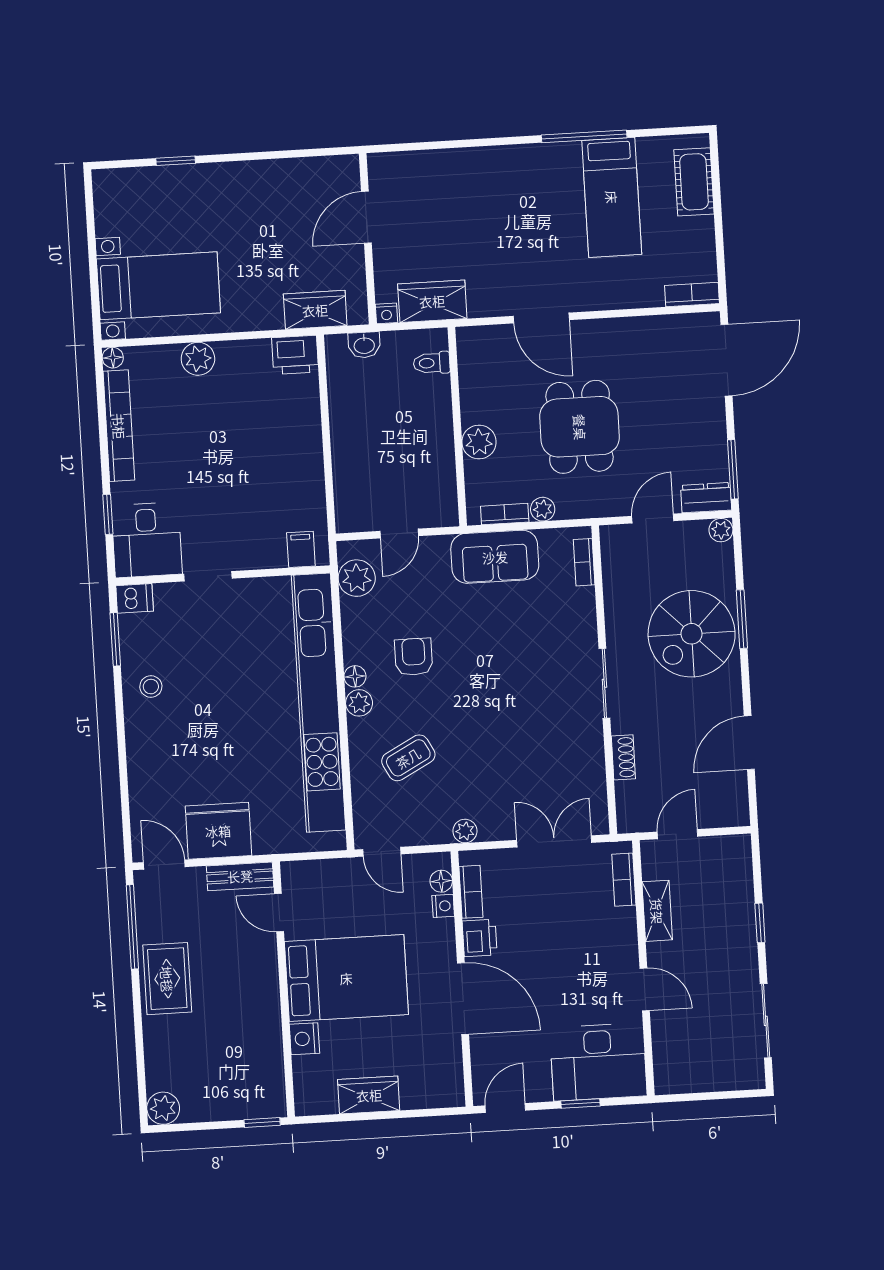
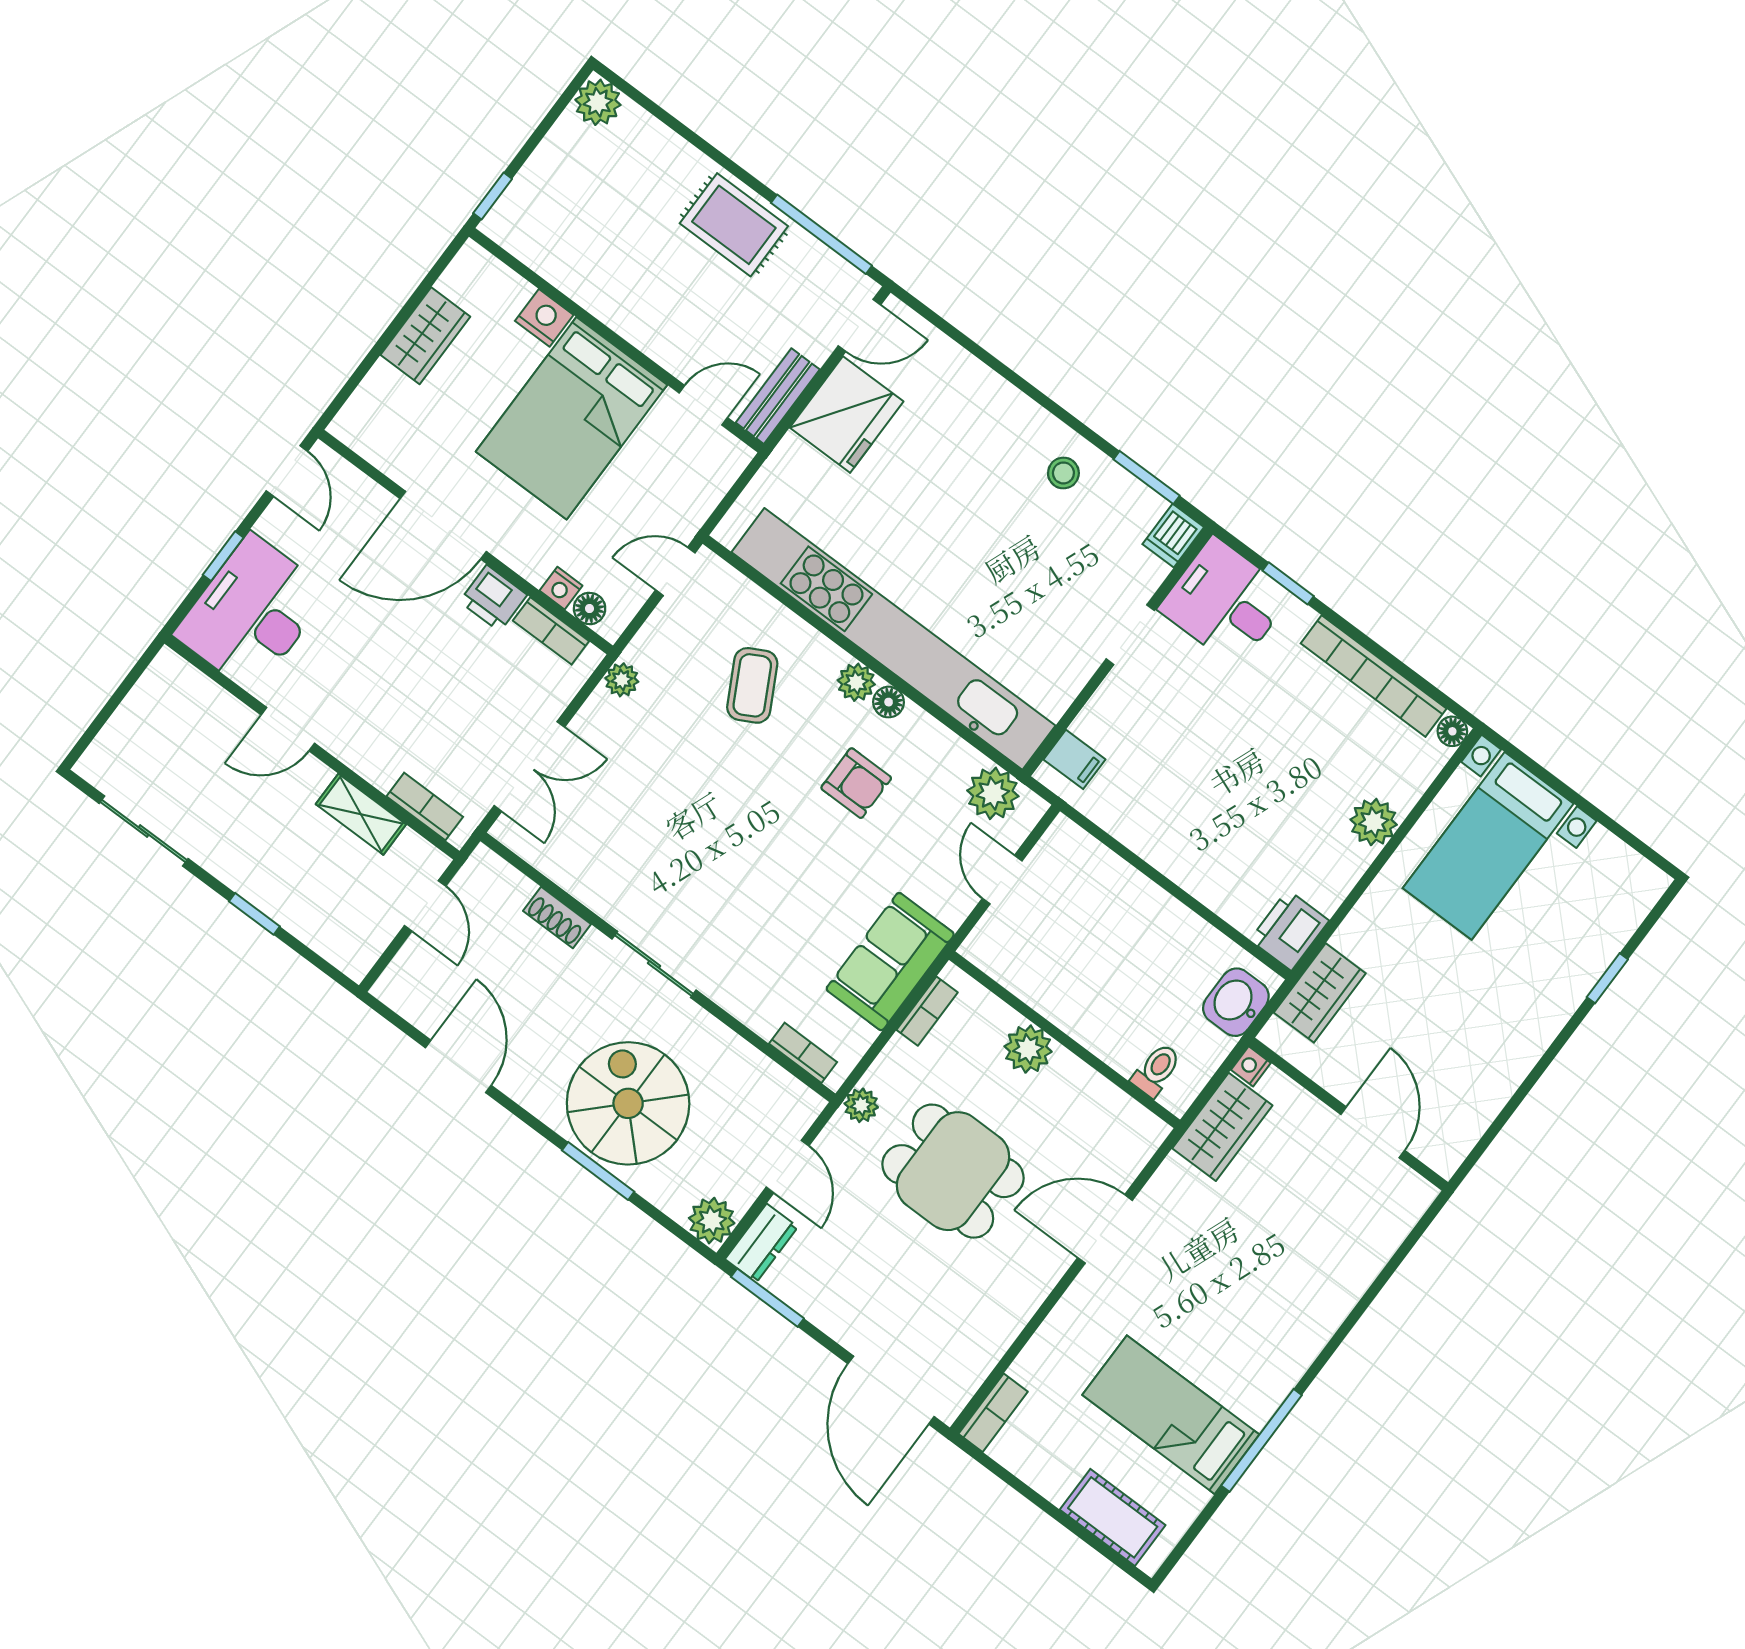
washbasin: (364, 345) -> (1236, 1002), width x1.38, depth x1.45
plant: (543, 509) -> (861, 1105), moved
plant: (721, 530) -> (712, 1221), width x1.38, depth x1.38

